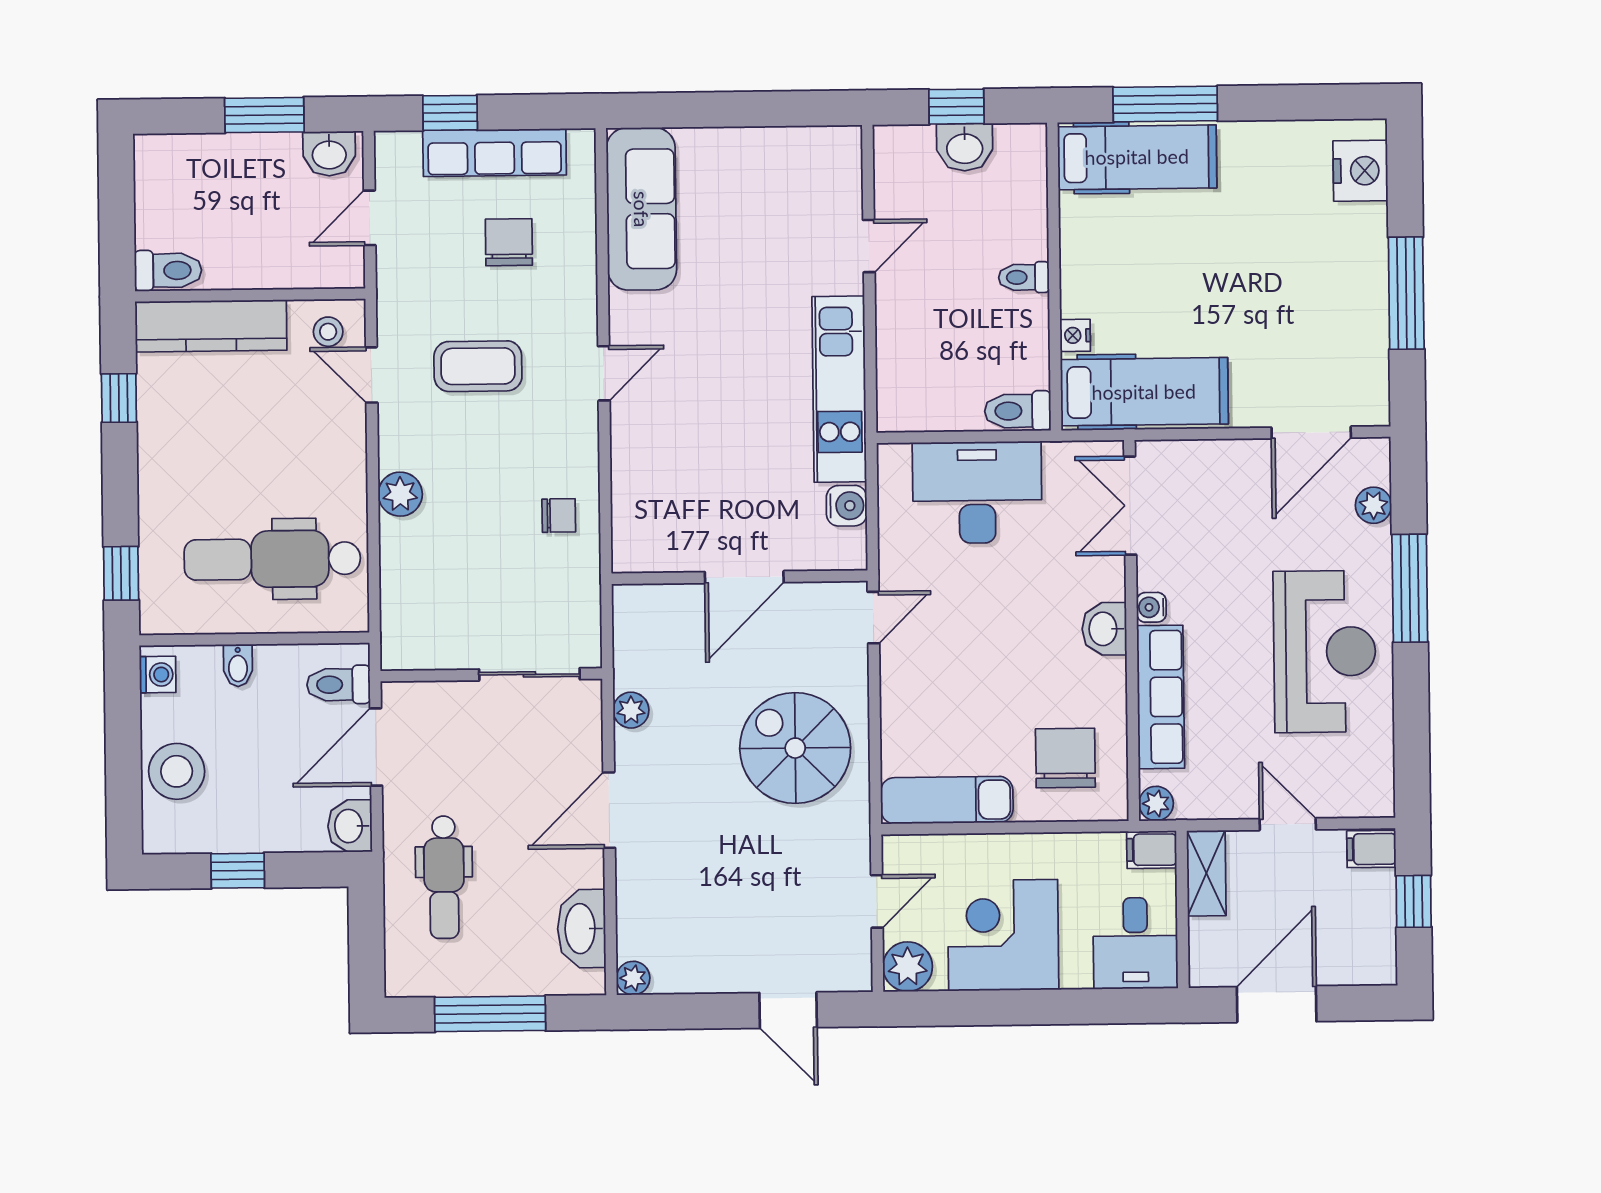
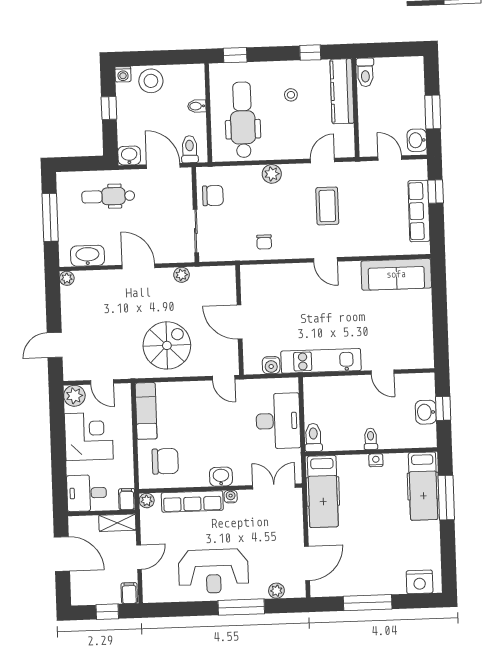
chair: (509, 242) -> (213, 196), moved
stool: (328, 332) -> (291, 95), moved
nightstand: (1075, 335) -> (376, 460), moved
door: (1311, 433) -> (307, 563), swing flipped
washing machine: (158, 675) -> (123, 74), moved

